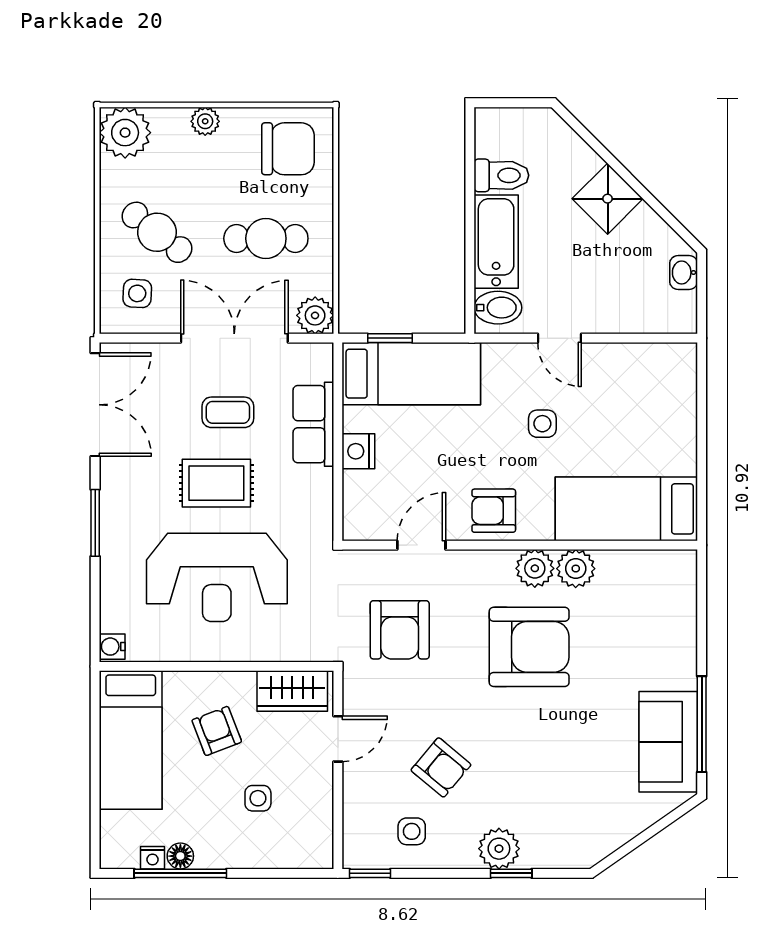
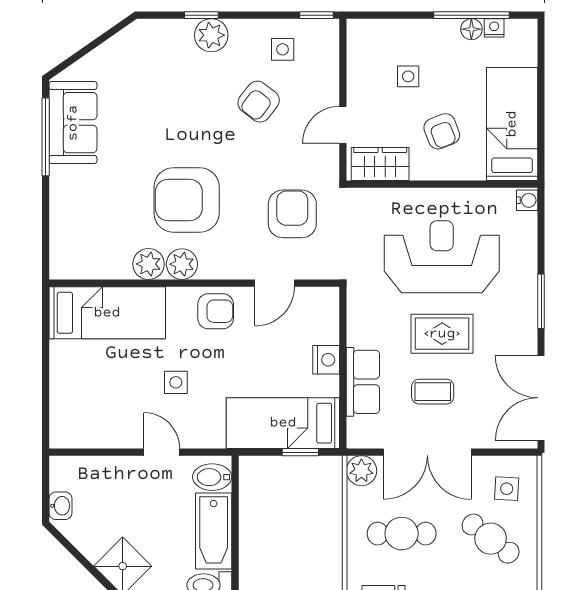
armchair: (441, 767) -> (259, 102), turned -92

